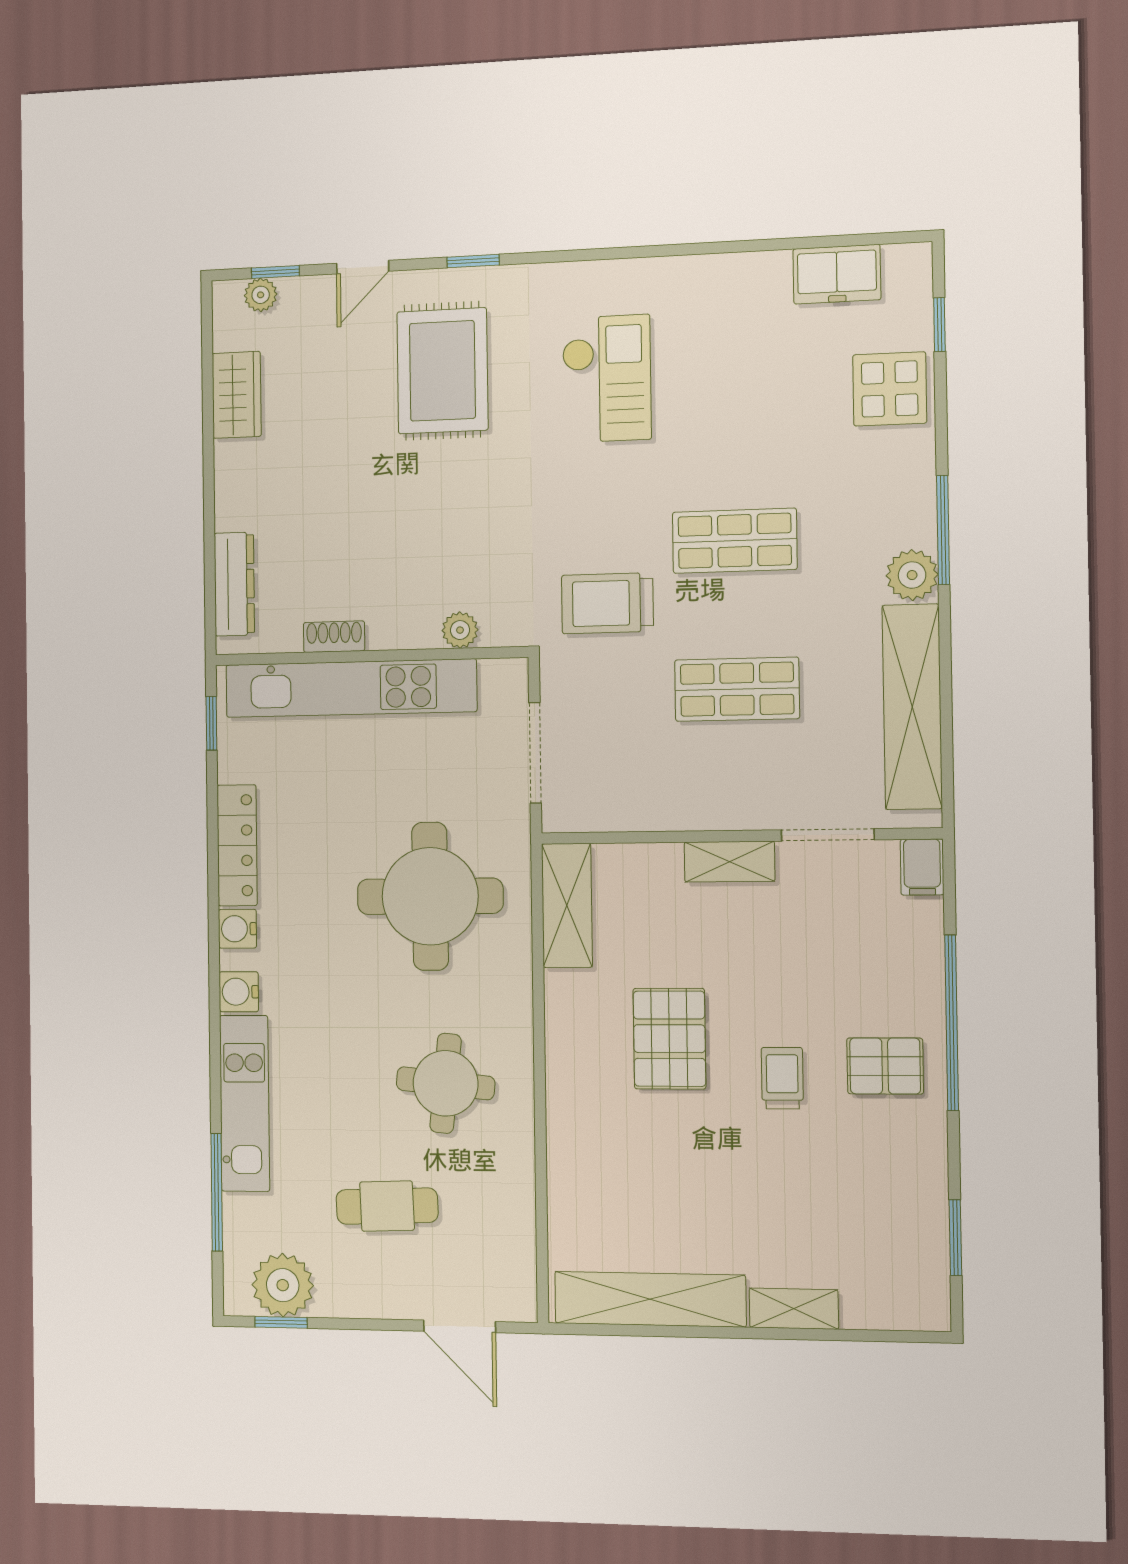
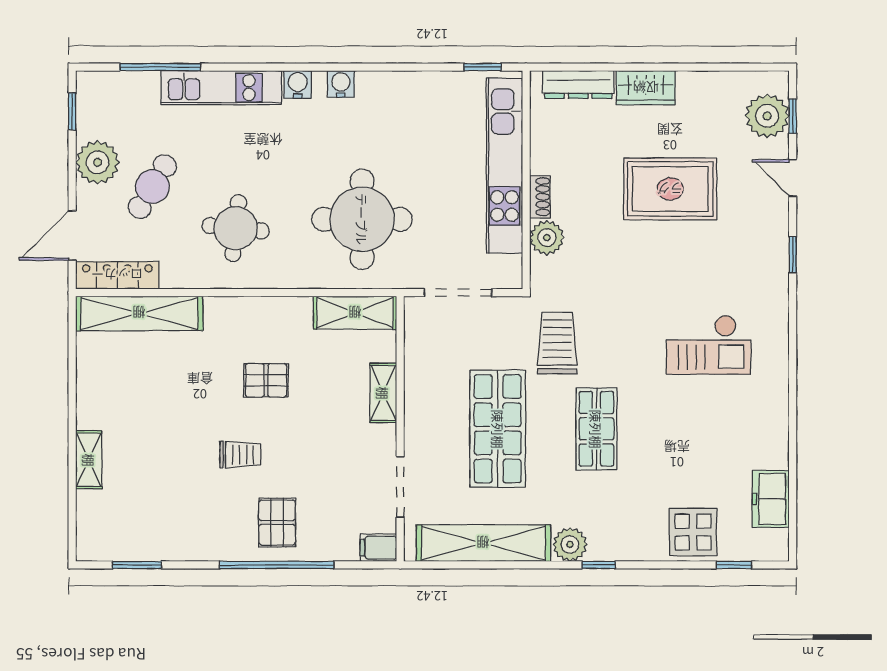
plant: (261, 295) -> (767, 116), width x1.88, depth x1.88
rug: (442, 371) -> (670, 189), moved
wardrobe: (237, 395) -> (646, 88), moved
window: (943, 530) -> (599, 565), width x0.46
plant: (460, 630) -> (547, 238), width x1.38, depth x1.38
shoe rack: (334, 637) -> (540, 197), moved
shop shelf: (737, 689) -> (498, 429), width x1.43, depth x1.36
locker: (237, 845) -> (117, 275), moved, turned 180
shelving: (729, 862) -> (383, 393), moved
pallet: (669, 1039) -> (266, 380), width x0.67, depth x0.71
pallet: (885, 1066) -> (277, 523), moved
cafe table: (387, 1206) -> (152, 187), turned 33
plant: (283, 1285) -> (98, 162), moved
shelving: (650, 1299) -> (139, 313), moved, turned 90

